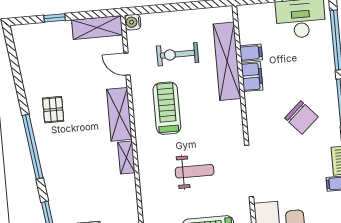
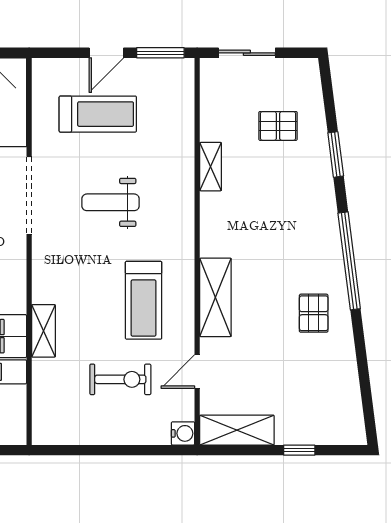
shelving: (227, 61) -> (43, 331), width x0.45, depth x0.75
door: (127, 64) -> (197, 371), swing flipped
shelving: (126, 158) -> (211, 167), moved

